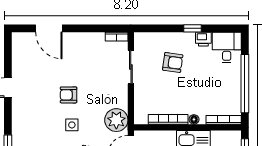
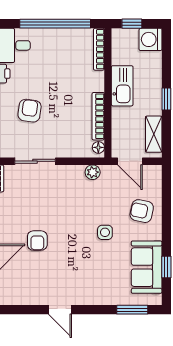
armchair: (68, 95) -> (37, 241), moved
floor lamp: (194, 119) -> (98, 147), moved
plant: (116, 120) -> (93, 172), width x0.53, depth x0.53

